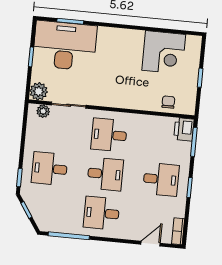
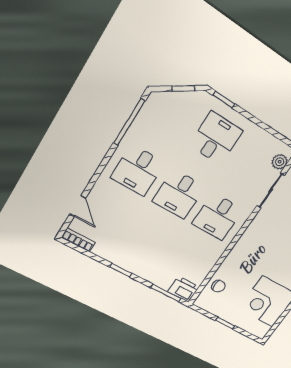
desk: (109, 135) -> (218, 217), turned 180
desk: (161, 179) -> (144, 247), removed
desk: (102, 213) -> (138, 170), turned 180

